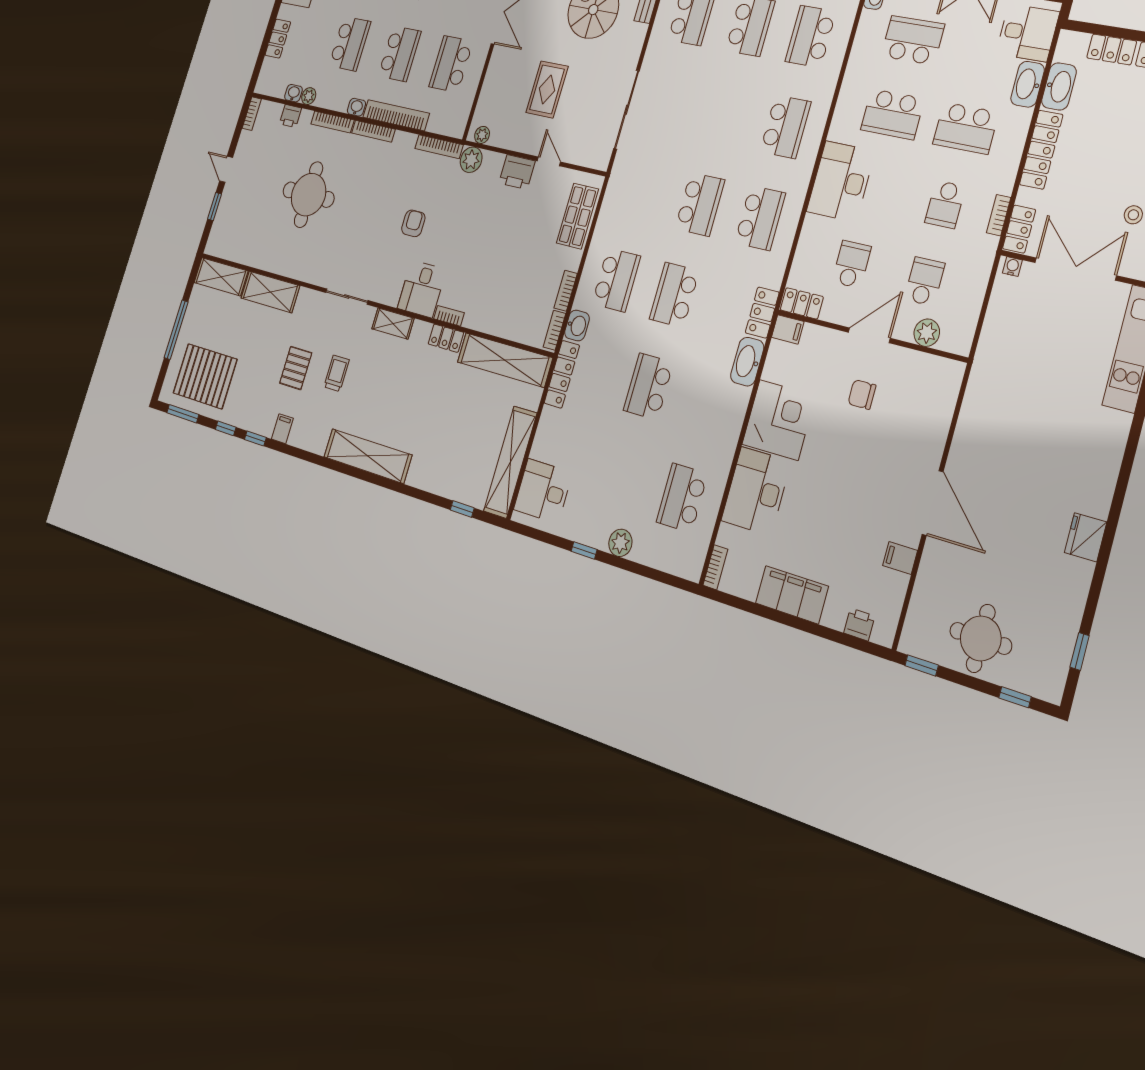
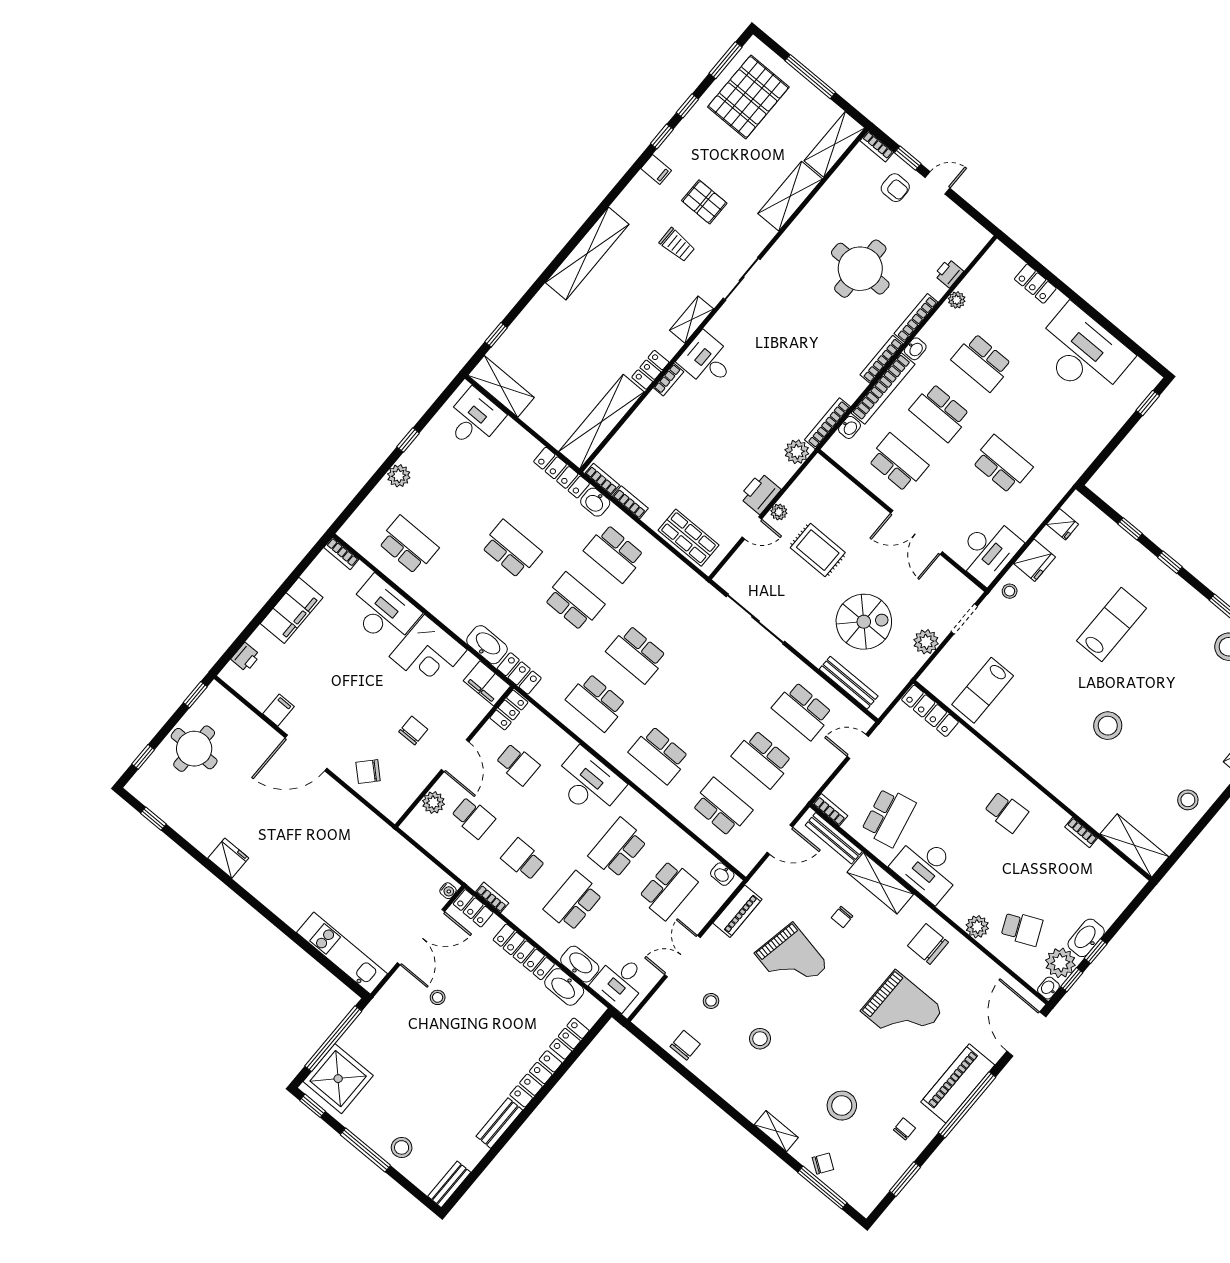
washbasin: (293, 93) -> (849, 427), moved
bookcase: (252, 114) -> (877, 146), moved
plant: (482, 135) -> (779, 512), moved
armchair: (413, 223) -> (895, 188), moved
filing cabinet: (788, 329) -> (487, 683), width x2.00
chair: (924, 422) -> (368, 772), added
shelving: (510, 462) -> (501, 386), width x0.68

